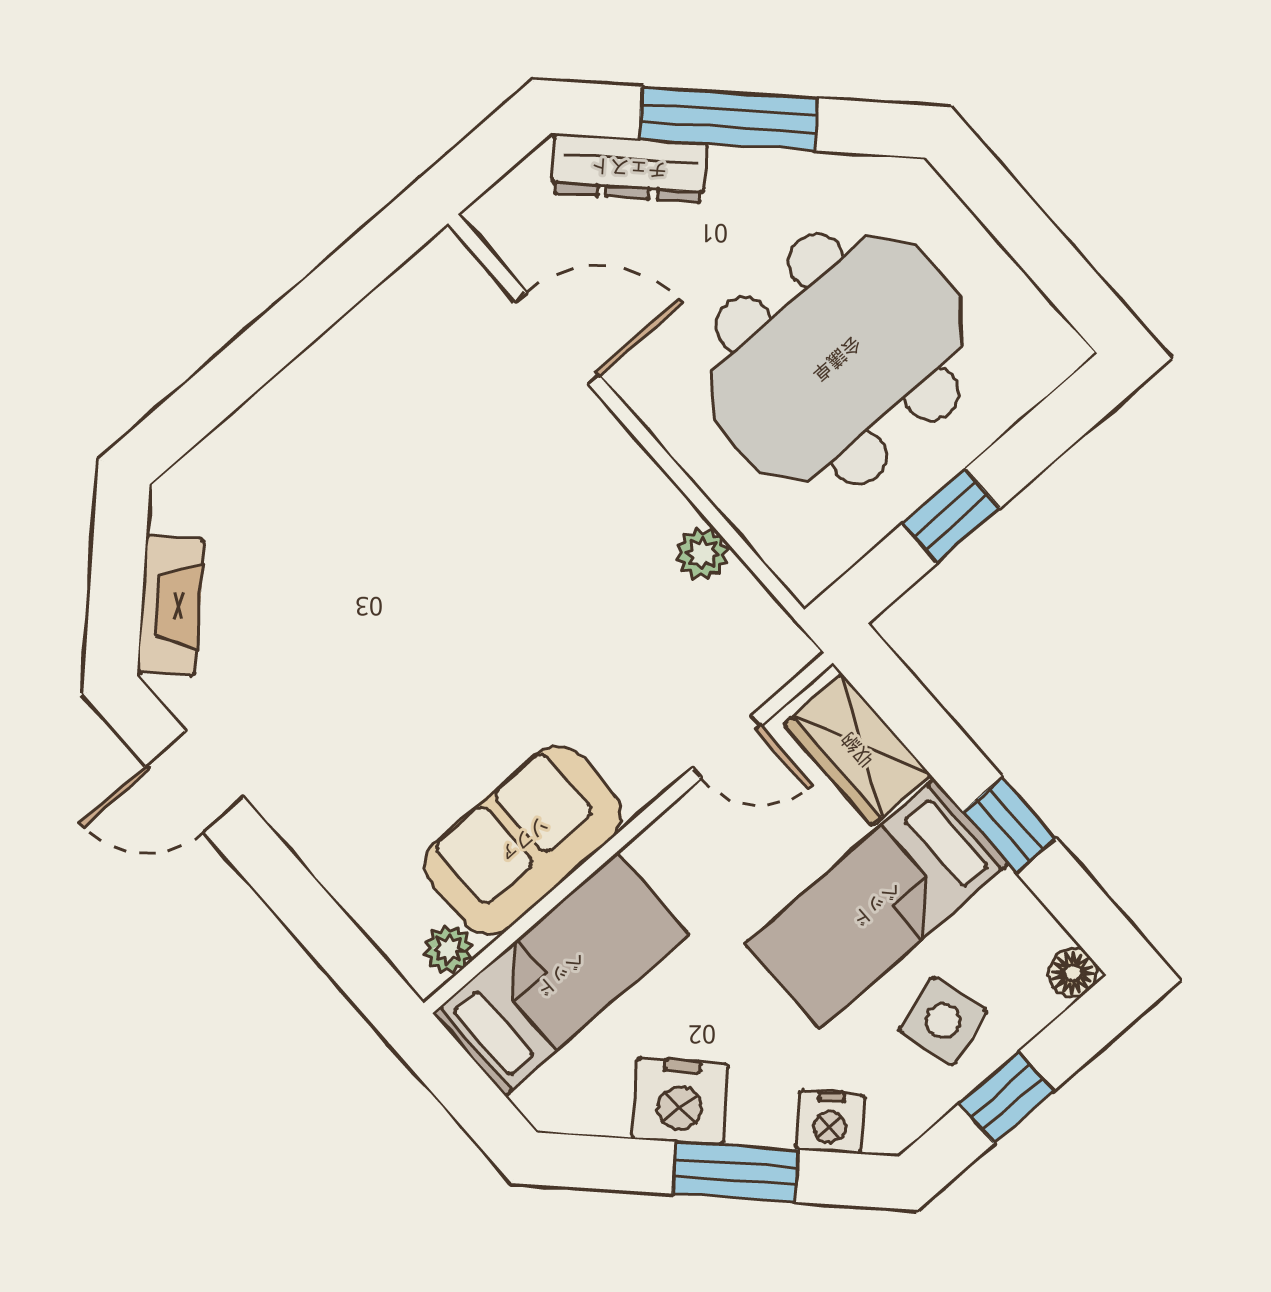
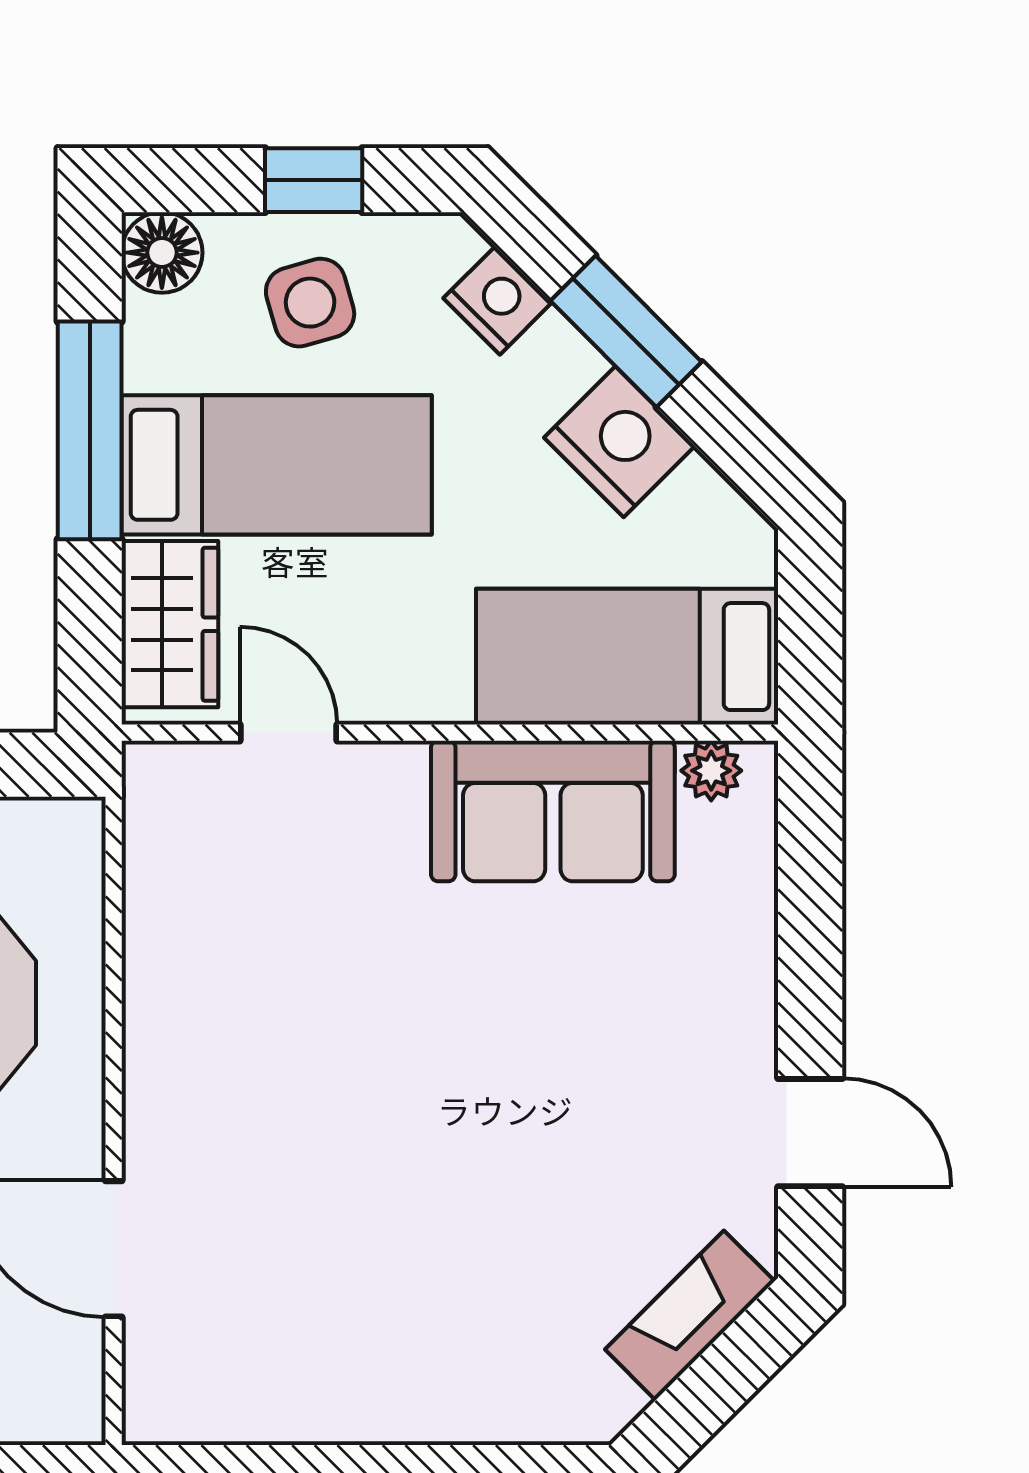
plant: (702, 554) -> (154, 931), removed
window: (1009, 825) -> (90, 430), width x2.17
floor lamp: (1073, 973) -> (162, 253), width x1.37, depth x1.37

